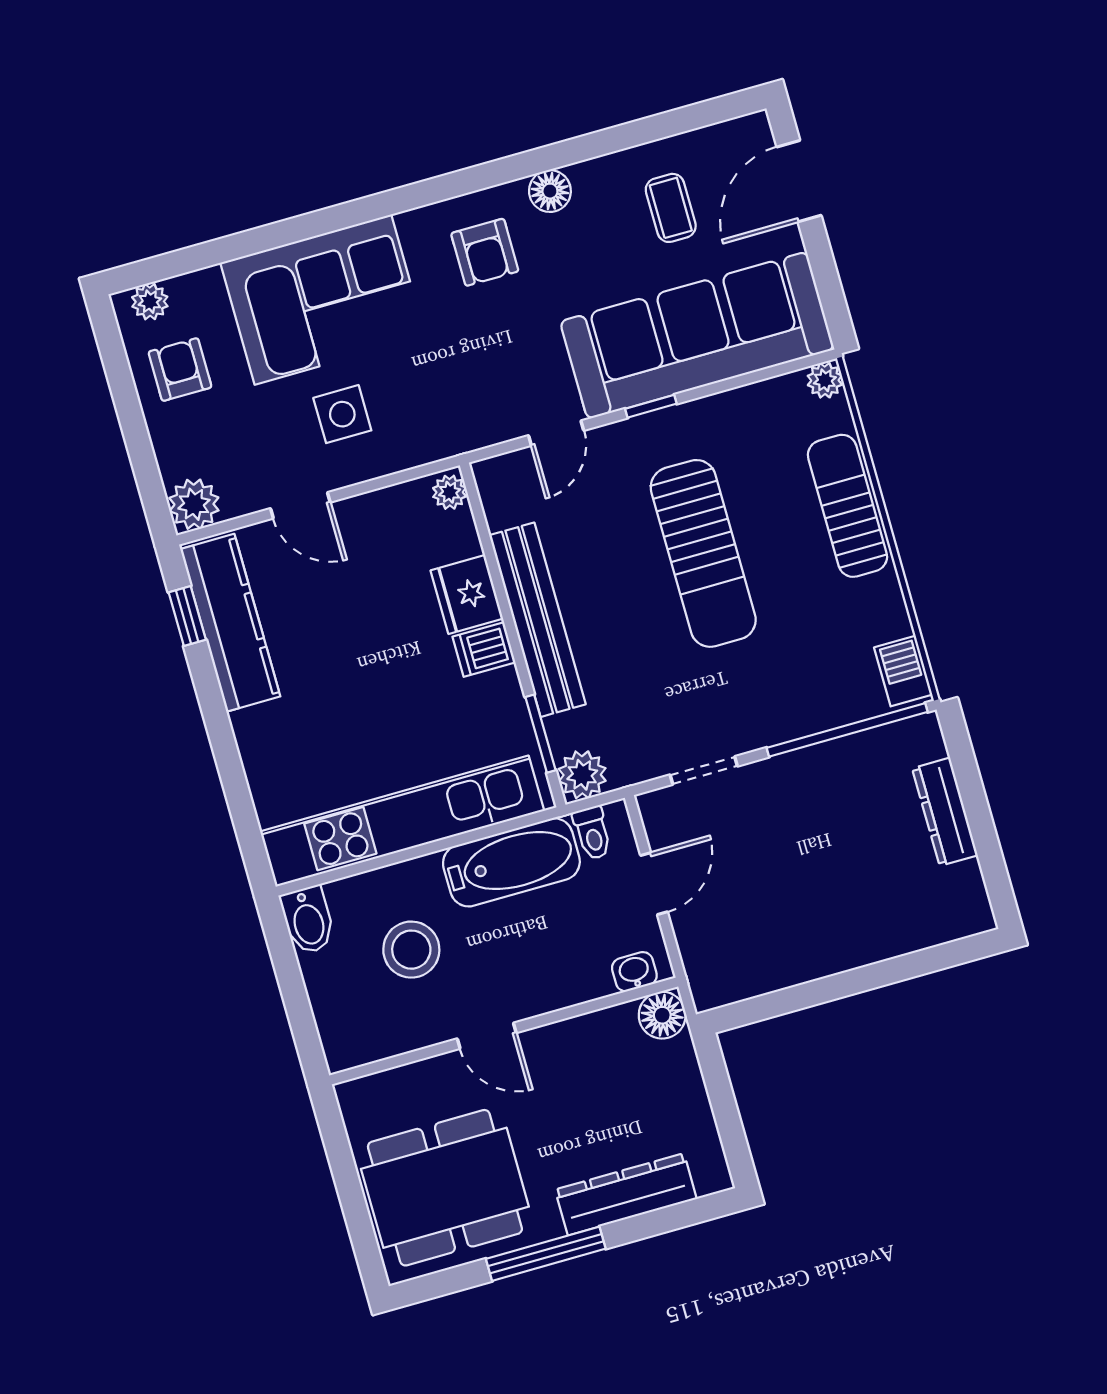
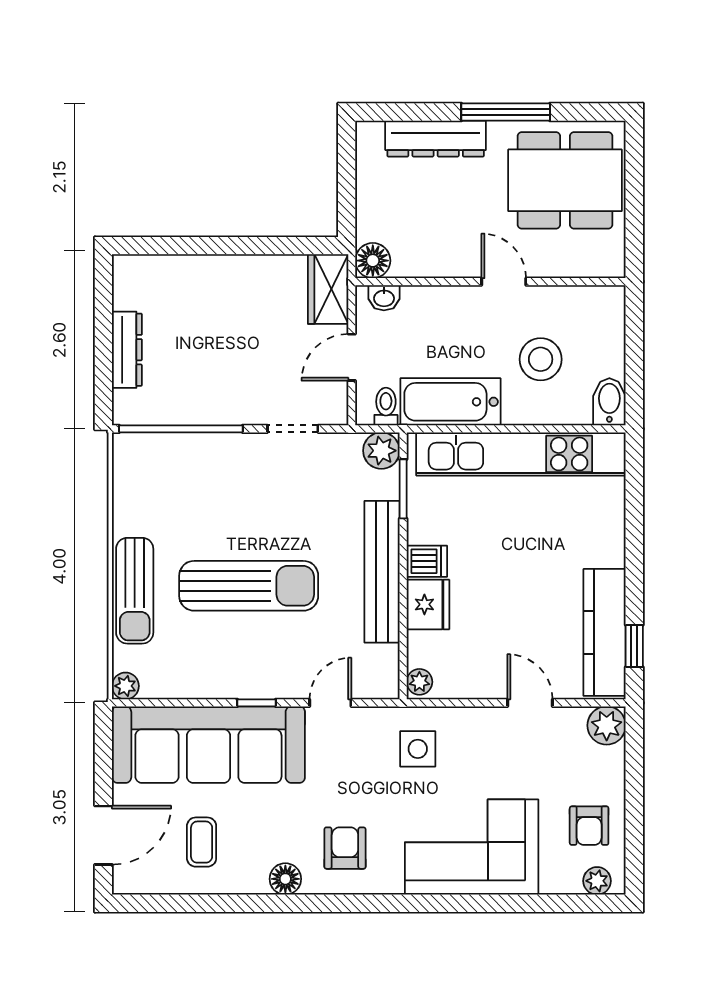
side table: (342, 414) -> (418, 749), moved
sun lounger: (703, 553) -> (249, 586), turned 90
barbecue: (903, 671) -> (128, 460), removed
wardrobe: (709, 963) -> (328, 289), added

